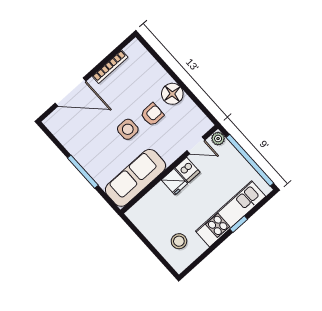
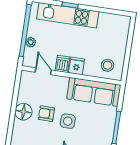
plant: (218, 139) -> (31, 42), moved
stool: (179, 241) -> (108, 65), moved

